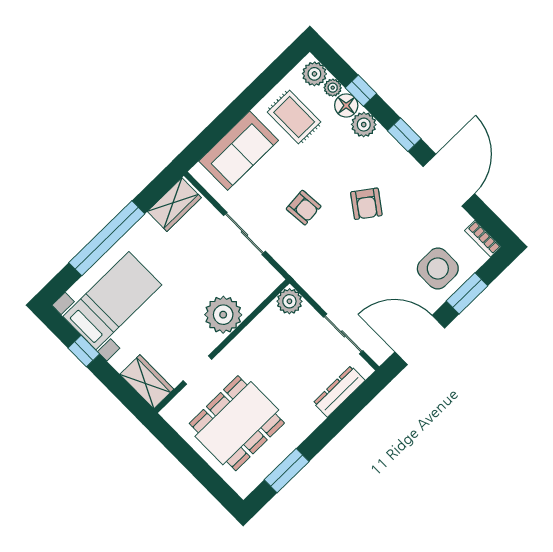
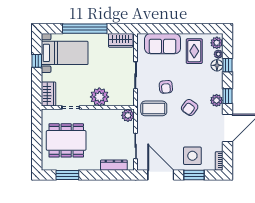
plant: (364, 125) -> (217, 100), moved
coffee table: (317, 255) -> (154, 108), added

